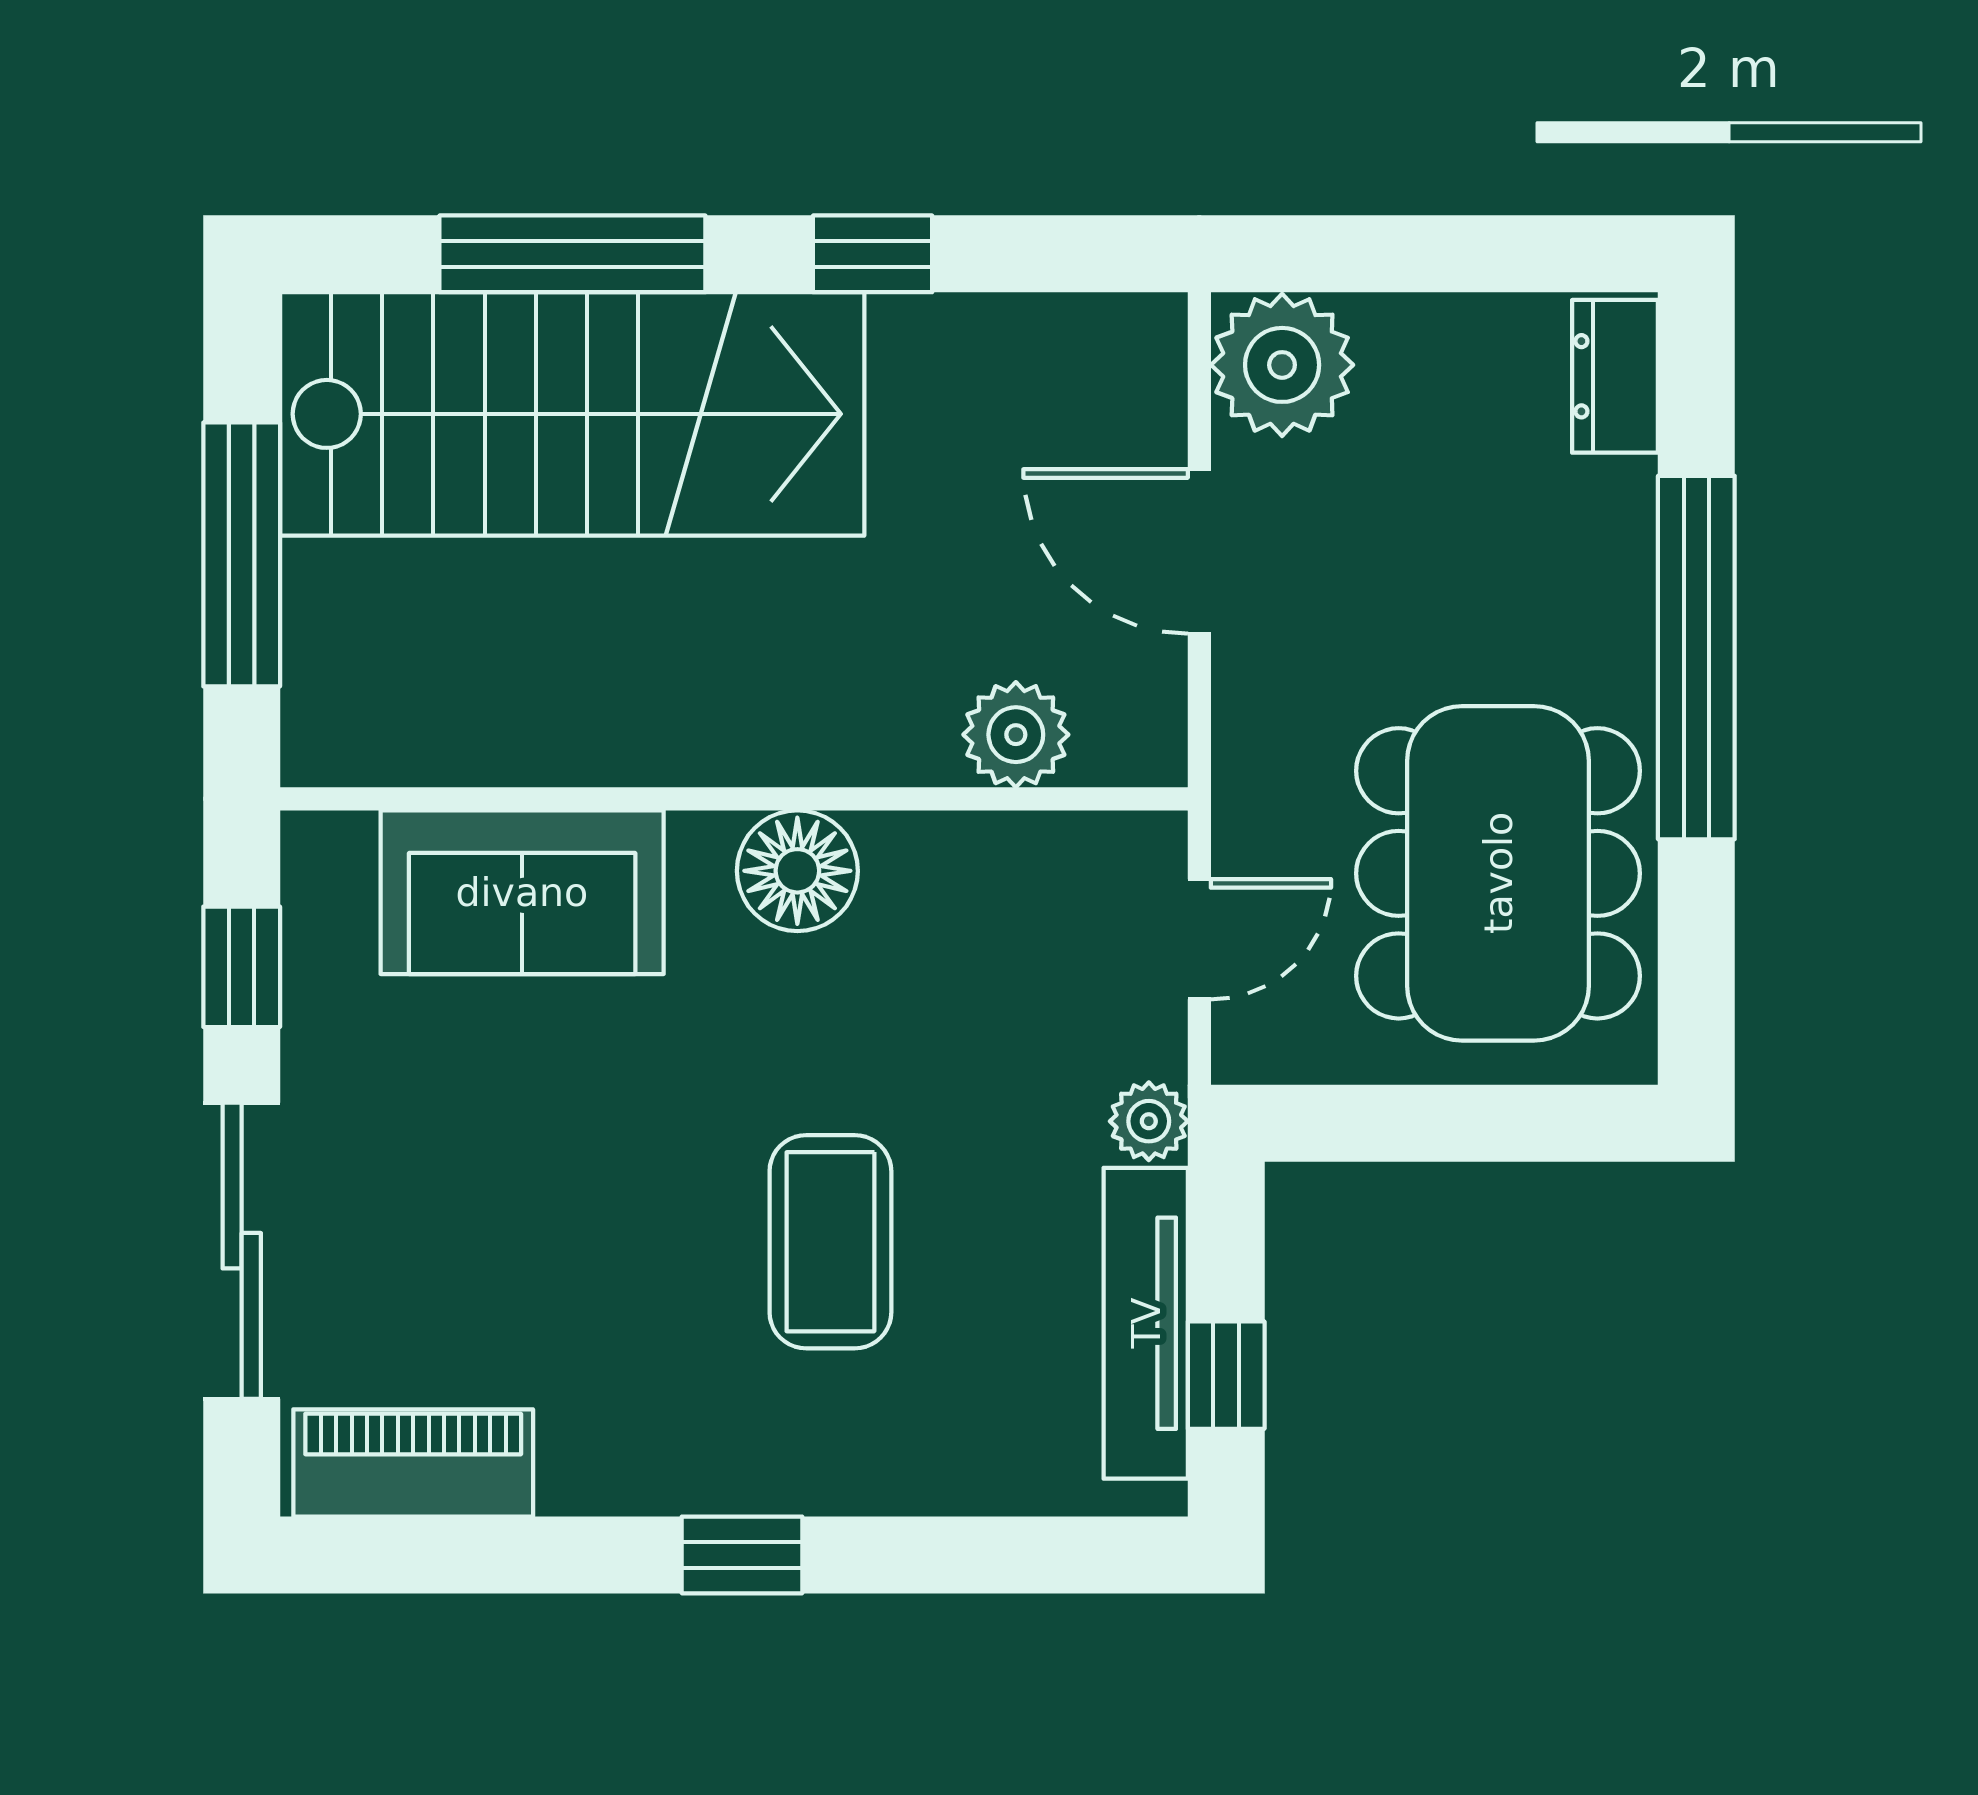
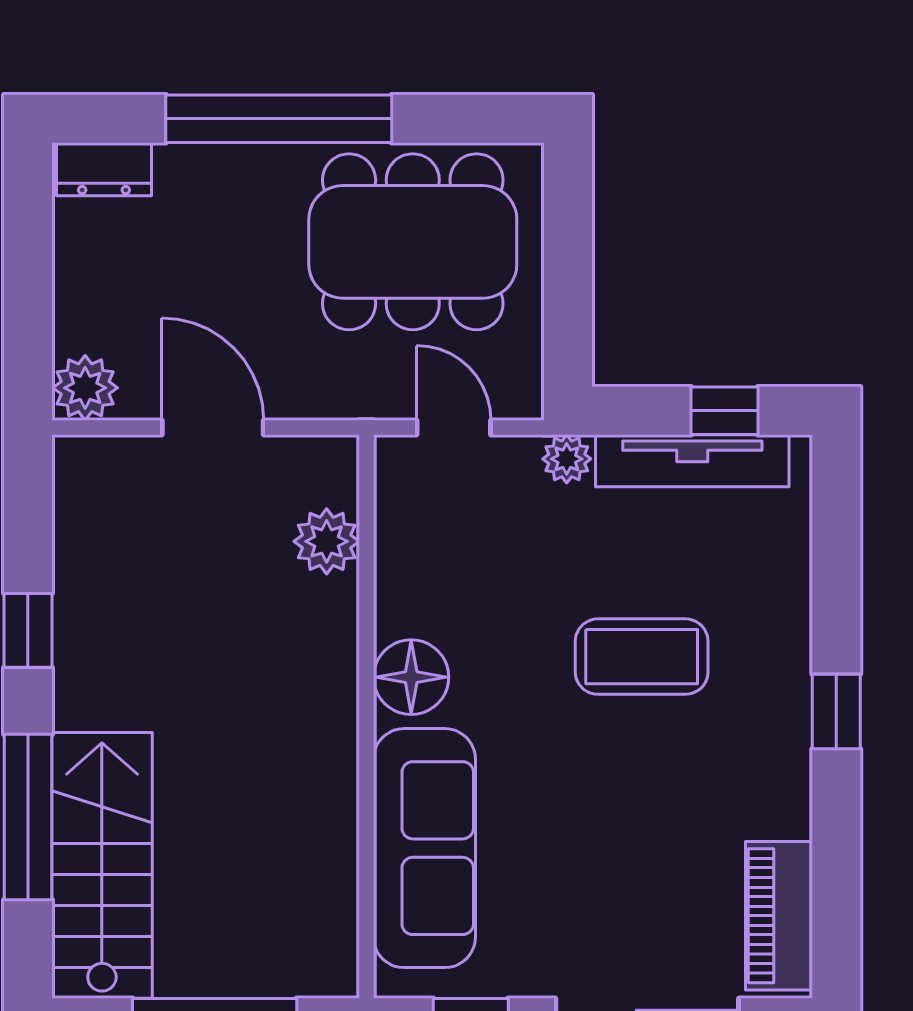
plant: (1282, 365) -> (85, 388), width x0.73, depth x0.73
stairs: (572, 414) -> (102, 865), width x0.73, depth x0.66
door: (1199, 551) -> (213, 427), swing flipped
sofa: (522, 892) -> (424, 848), width x1.36

